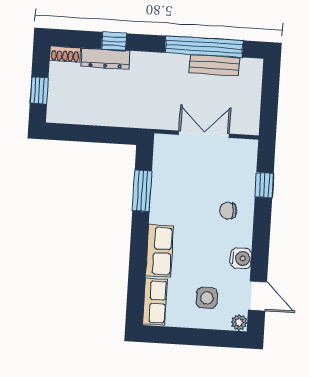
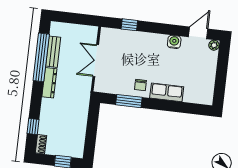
window: (114, 41) -> (33, 127), moved
dresser: (106, 58) -> (49, 83), moved
chair: (228, 211) -> (140, 85), moved
side table: (207, 298) -> (198, 64), removed
row of seats: (155, 302) -> (198, 97), removed

